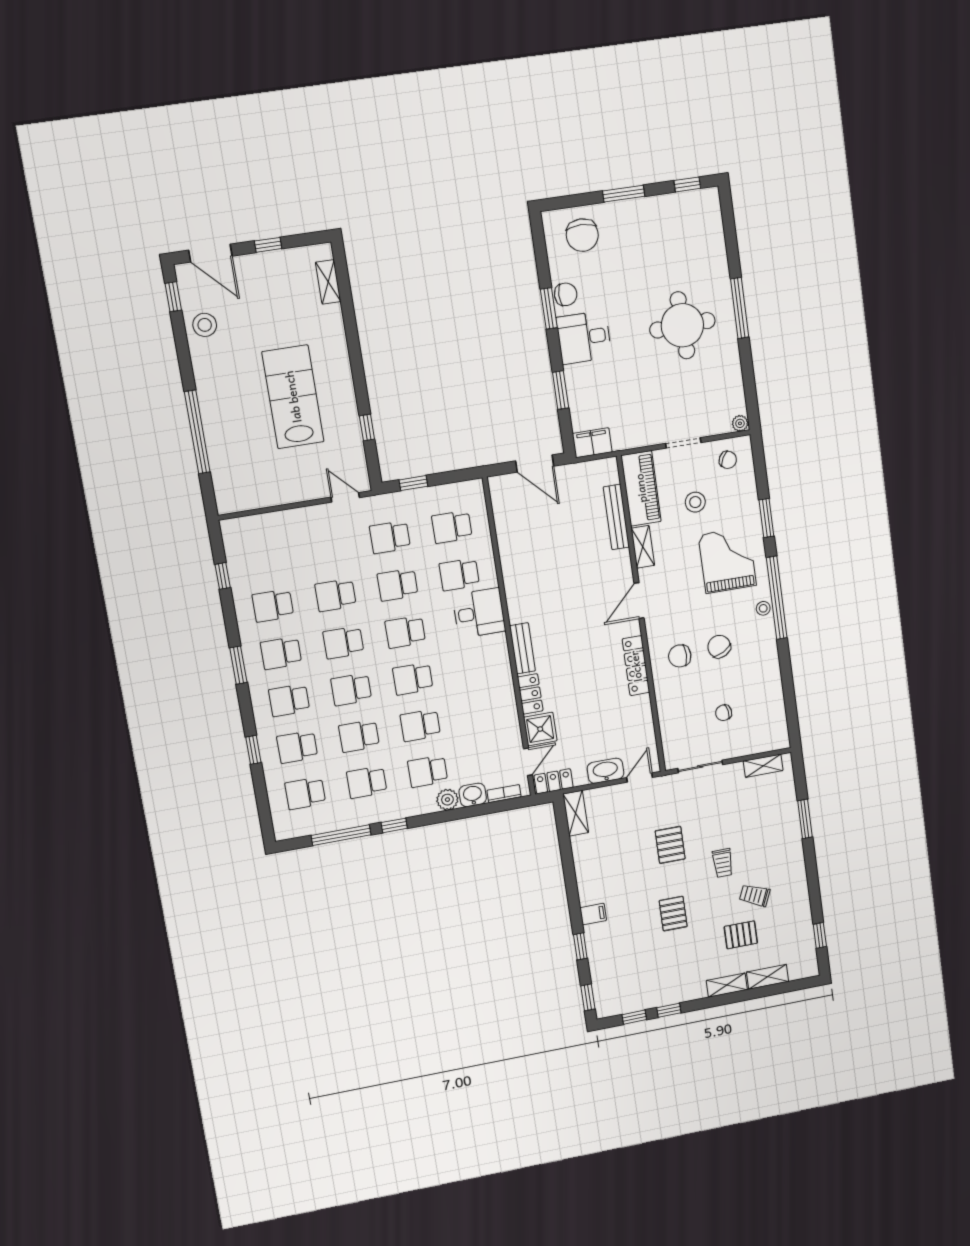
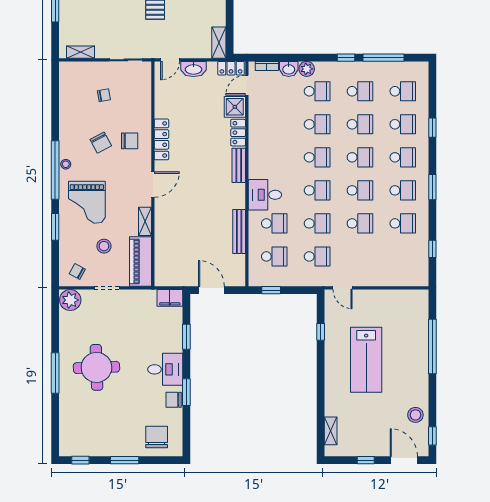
plant: (740, 423) -> (70, 300), width x1.88, depth x1.88
window: (413, 483) -> (271, 290), moved
bench: (616, 517) -> (239, 232), moved

